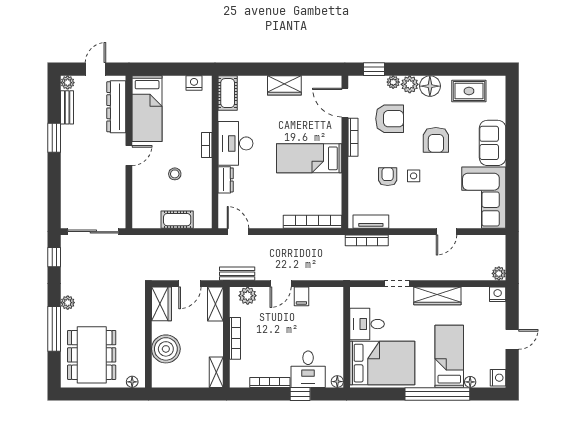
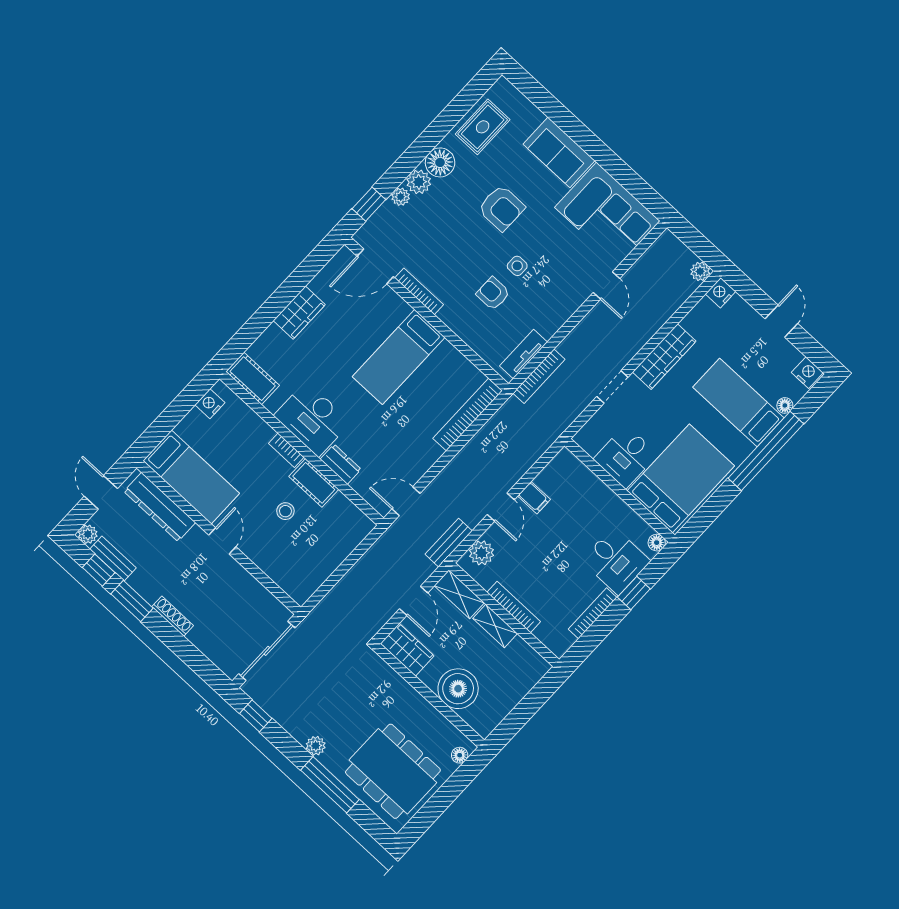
window: (54, 105) -> (99, 570), added
armchair: (390, 119) -> (435, 236), removed
shoe rack: (66, 166) -> (173, 616), added
cot: (177, 220) -> (314, 483), moved, turned 90
shelving: (216, 372) -> (495, 626), moved

